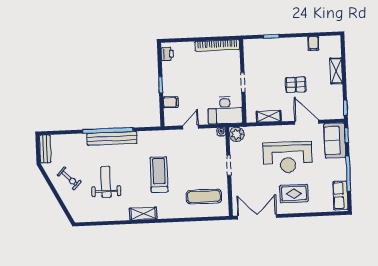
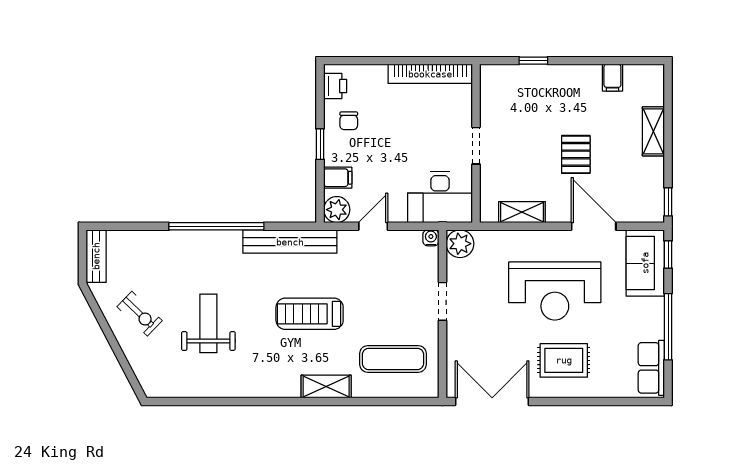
chair: (175, 72) -> (349, 121), added
pallet: (296, 85) -> (576, 154), turned 90
plant: (171, 119) -> (337, 210), added
bench: (112, 138) -> (290, 242), moved
treadmill: (159, 175) -> (310, 314), turned -90
shelving: (143, 214) -> (326, 387), moved

